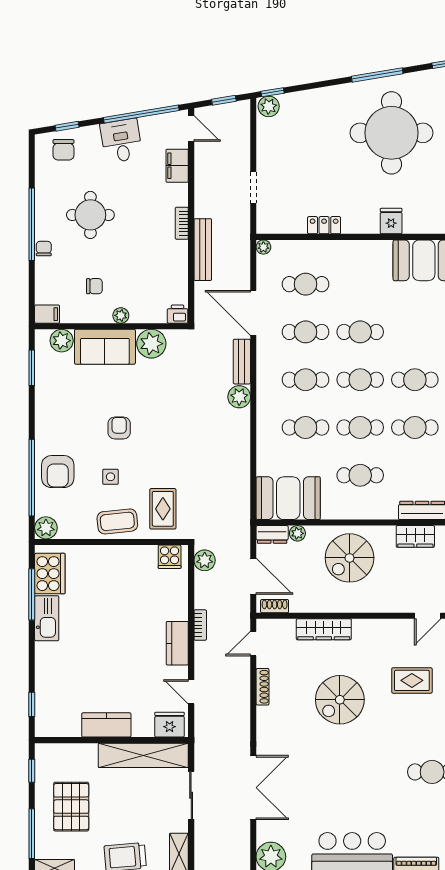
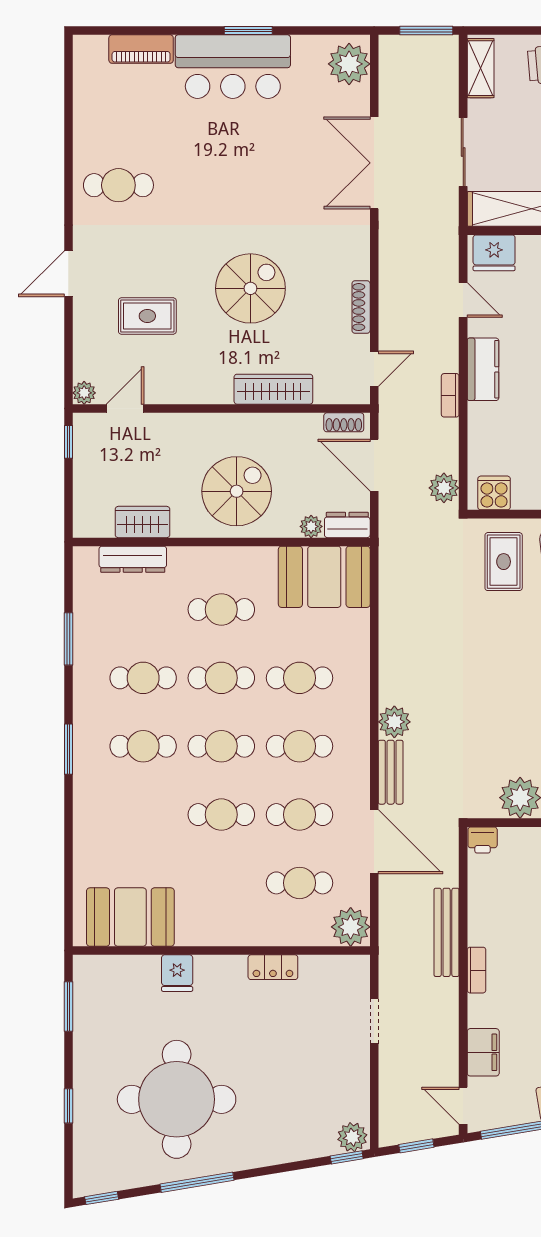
plant: (263, 247) -> (351, 927), width x1.87, depth x1.87

